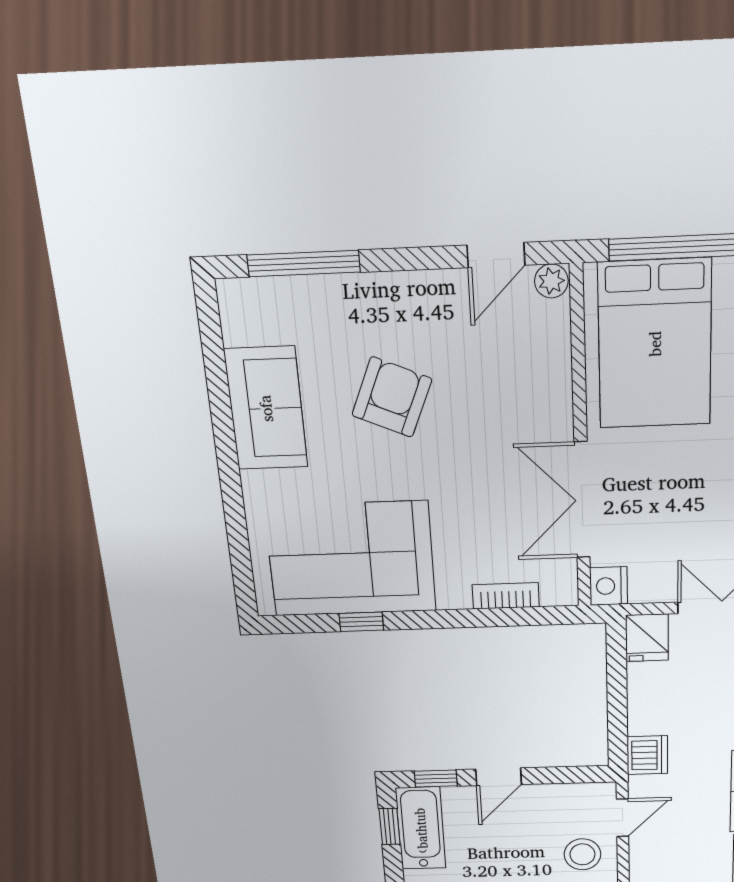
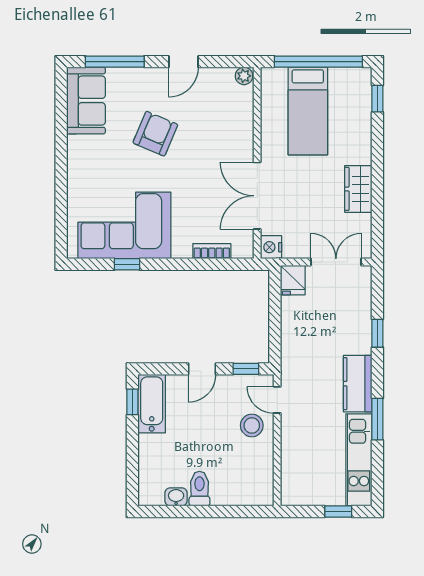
door: (496, 255) -> (184, 62), moved
bed: (655, 344) -> (308, 111), width x0.67
sofa: (266, 408) -> (86, 101), moved
dishwasher: (647, 755) -> (293, 357), removed
window: (436, 779) -> (246, 369), moved
door: (623, 818) -> (277, 400), swing flipped

